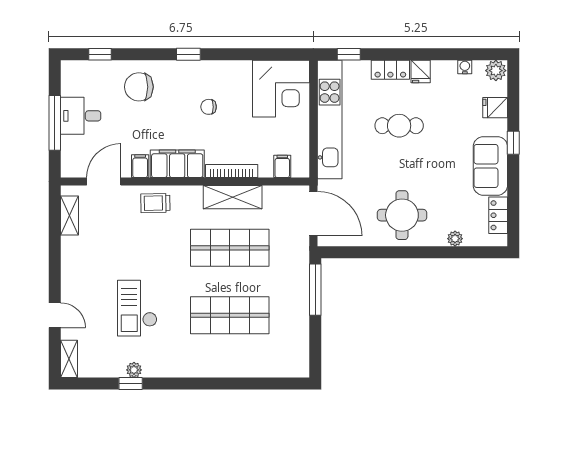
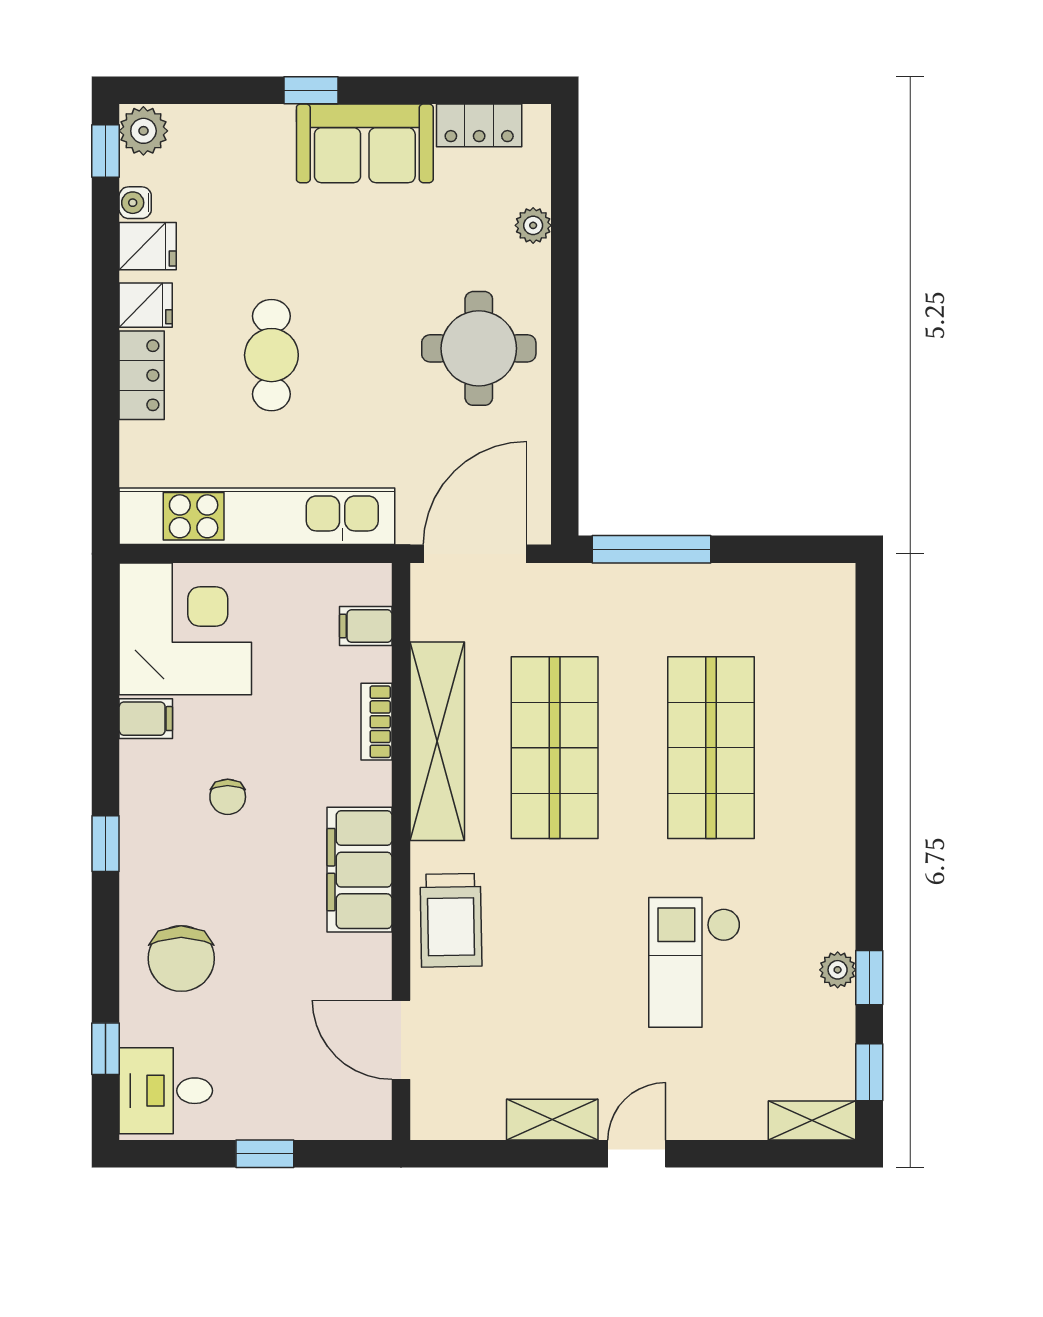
window: (349, 54) -> (106, 151), moved
fridge: (495, 108) -> (148, 246), moved, turned -90
desk: (81, 116) -> (166, 1091), moved, turned 90
window: (55, 123) -> (265, 1154), width x0.46
filing cabinet: (140, 166) -> (146, 719), moved, turned 180
bookcase: (232, 171) -> (377, 722), width x0.64
shelving: (233, 197) -> (437, 741), width x1.47
trolley: (155, 203) -> (451, 920), width x1.36, depth x1.39
shelving: (69, 216) -> (552, 1120), moved
checkout: (137, 308) -> (695, 962), turned 90
door: (55, 315) -> (637, 1154), moved
window: (90, 383) -> (869, 1072), added

